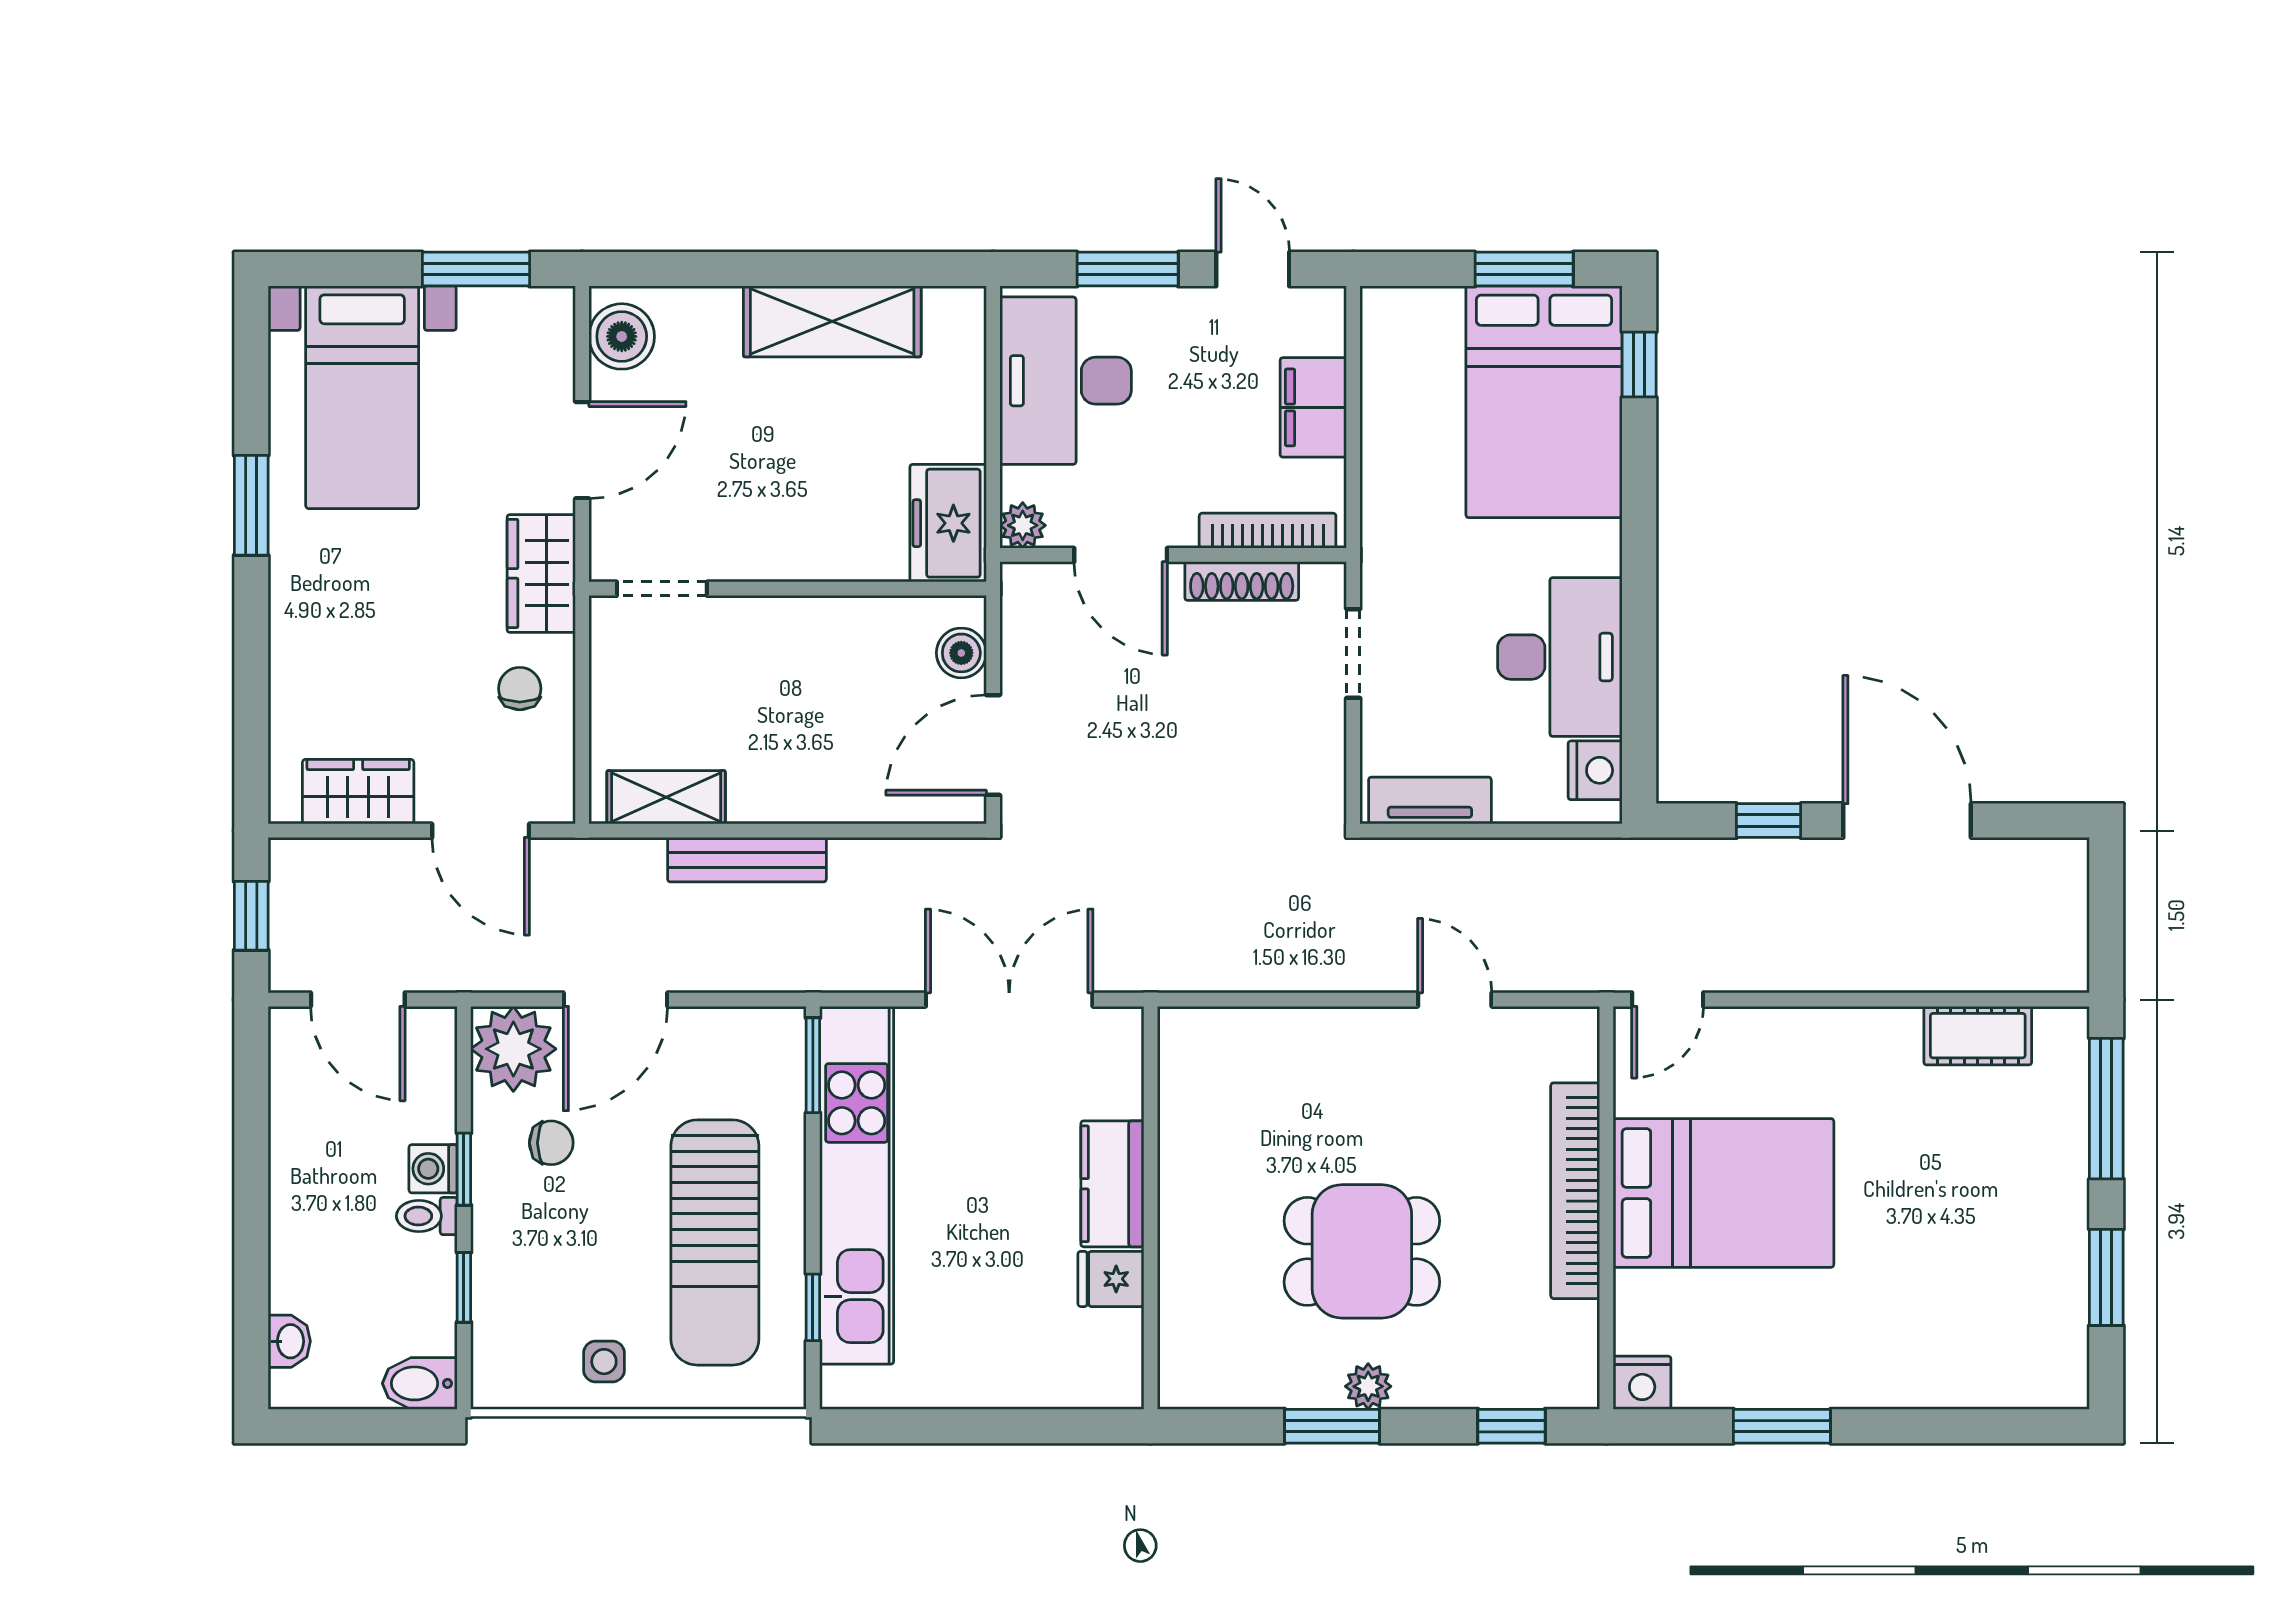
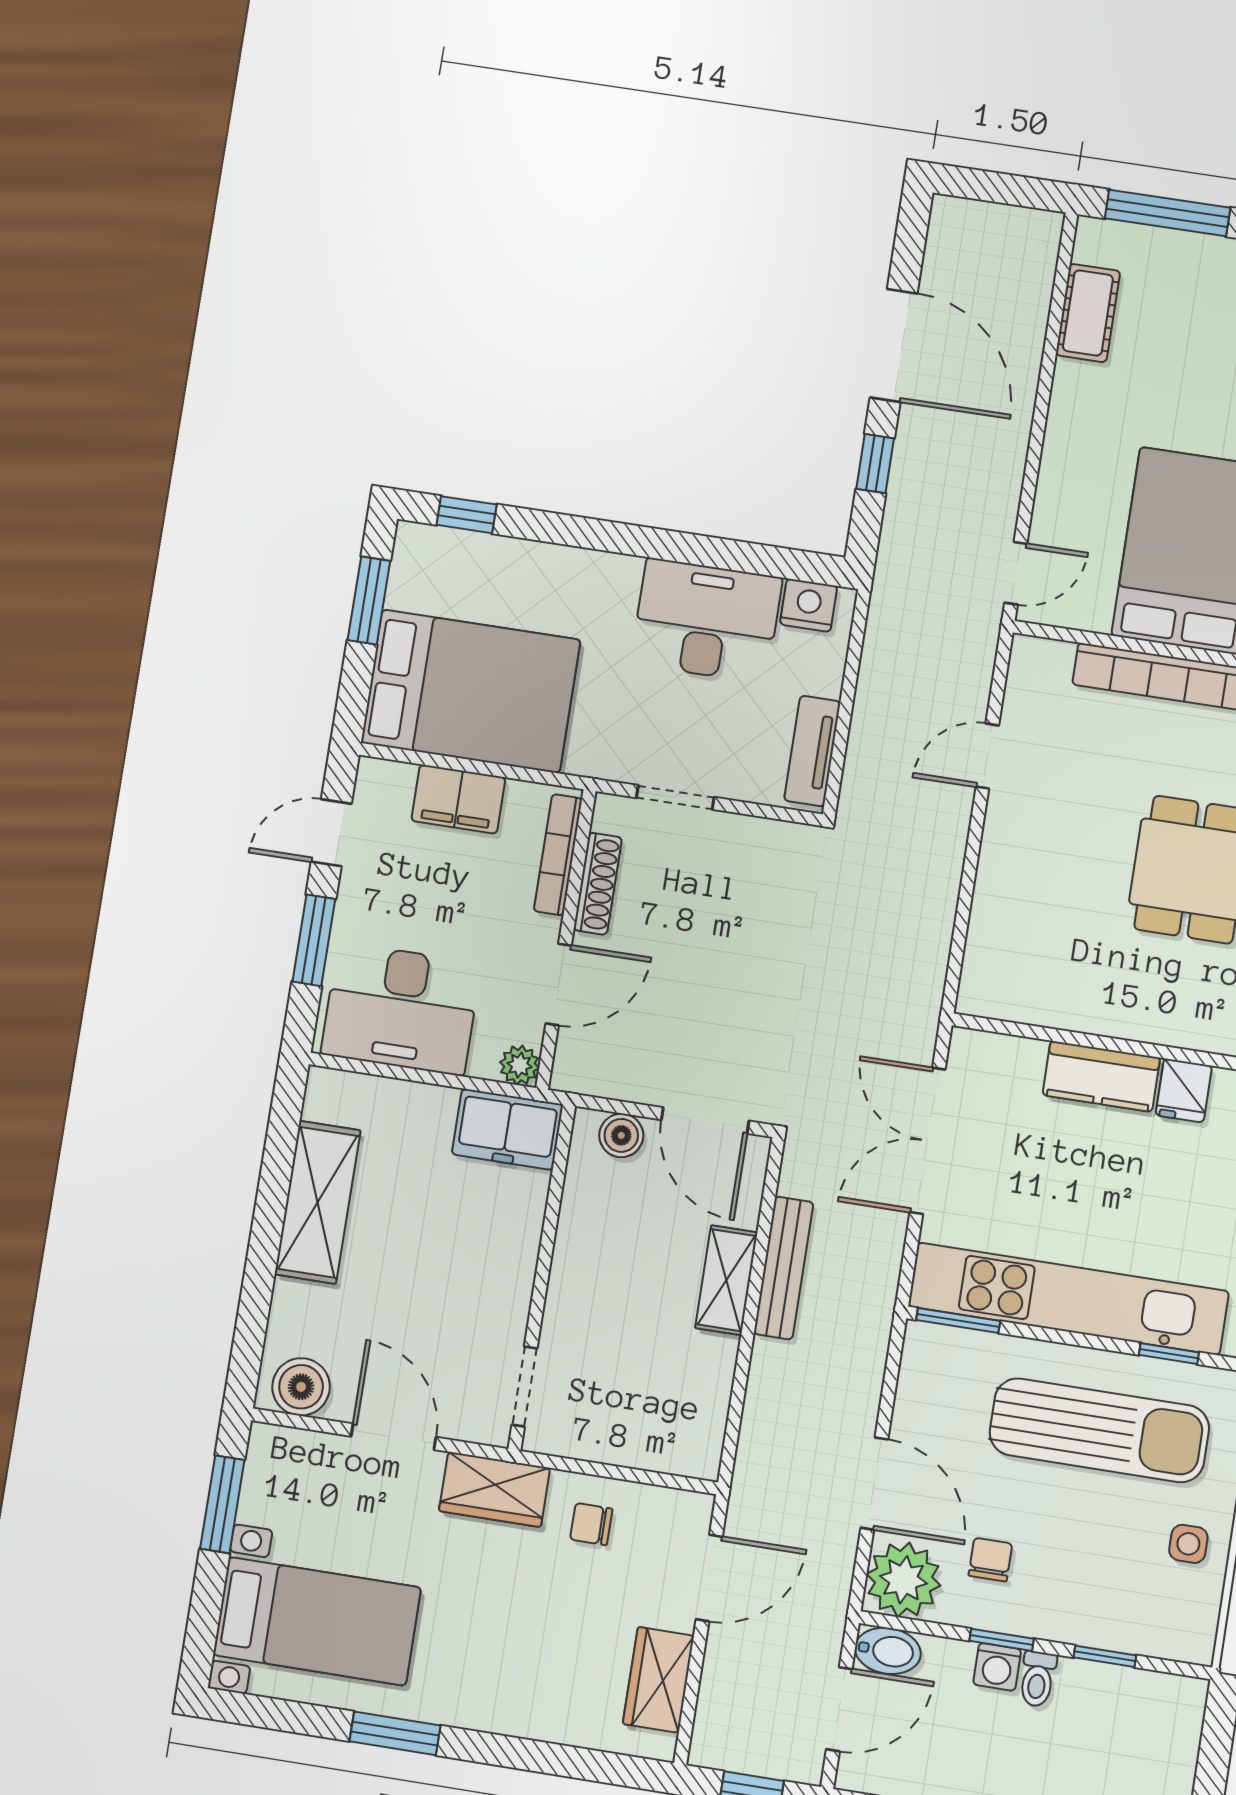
bed: (1544, 402) -> (471, 691), moved
shelving: (666, 797) -> (726, 1280), moved
door: (1907, 821) -> (894, 345), swing flipped
bench: (747, 860) -> (784, 1268), moved
door: (1668, 1000) -> (1016, 573), hinge flipped
bidet: (420, 1383) -> (888, 1651), moved, turned -90

